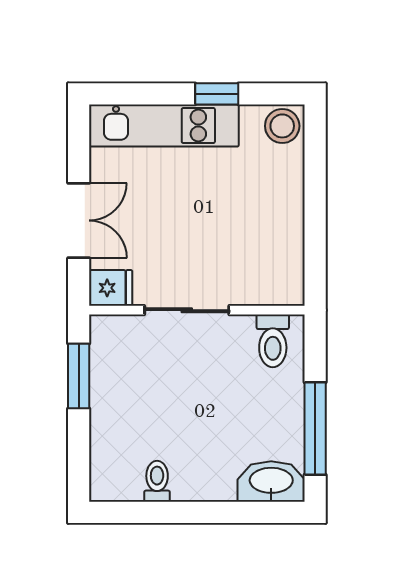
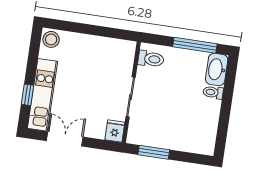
window: (217, 94) -> (27, 95), moved
double door: (79, 220) -> (65, 139), moved
toilet: (157, 481) -> (213, 92), moved

